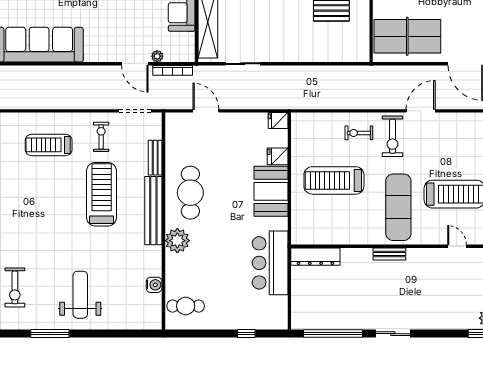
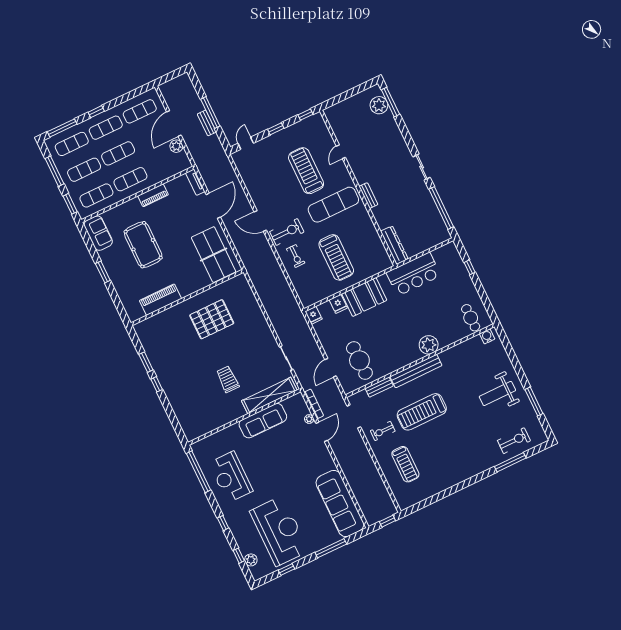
cafe table: (190, 193) -> (359, 360), moved, turned 90
water cooler: (154, 285) -> (487, 336), moved

